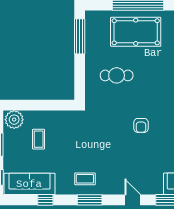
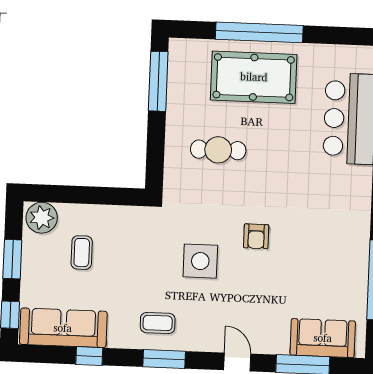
side table: (109, 141) -> (200, 261), added

